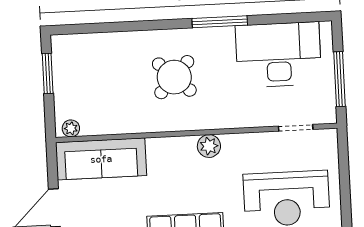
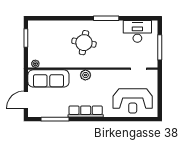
desk: (278, 55) -> (137, 31), width x0.73, depth x0.77
round table: (174, 77) -> (84, 43), turned -33
plant: (209, 146) -> (85, 75), moved

